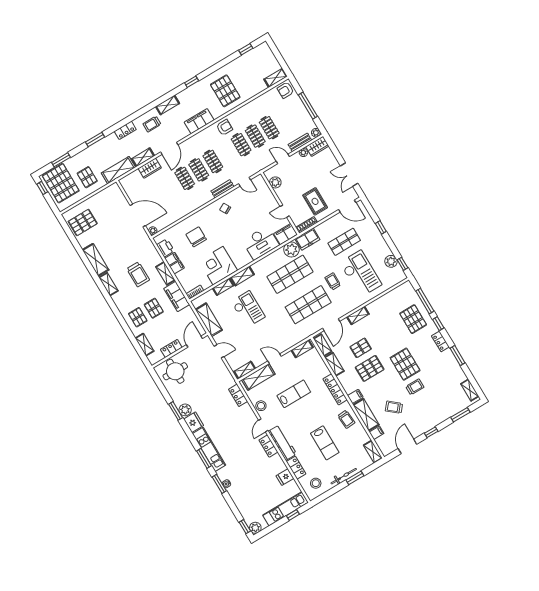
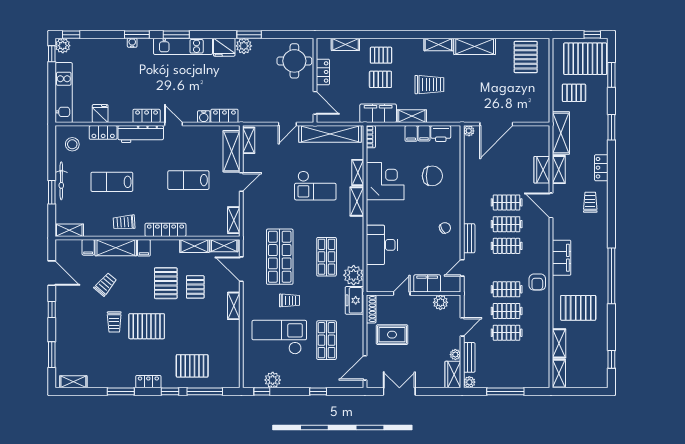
window: (192, 82) -> (611, 276), width x3.17
armchair: (286, 90) -> (538, 377), removed
shelving: (168, 105) -> (559, 343), moved
filing cabinet: (286, 234) -> (427, 283), moved, turned -90
trolley: (138, 274) -> (429, 85), turned 180
shop shelf: (290, 274) -> (327, 257), width x0.70, depth x0.74
checkout: (361, 274) -> (279, 337), turned 180
shelving: (209, 320) -> (330, 134), width x1.47
lab bench: (294, 394) -> (188, 180), turned 90
stool: (261, 406) -> (197, 135), removed
water cooler: (247, 409) -> (204, 117), added
window: (293, 515) -> (52, 54), moved

